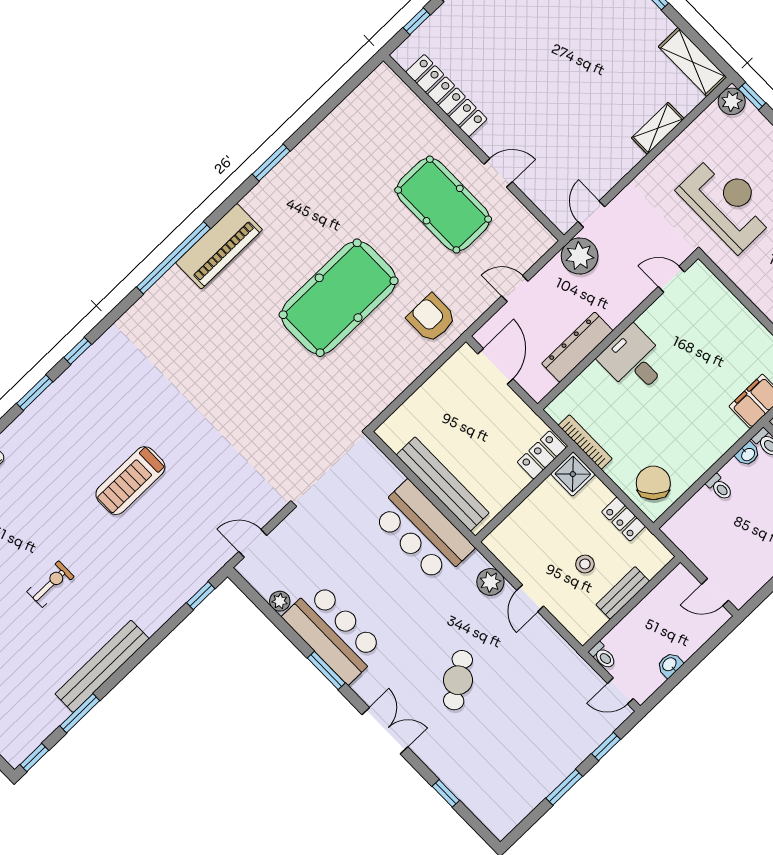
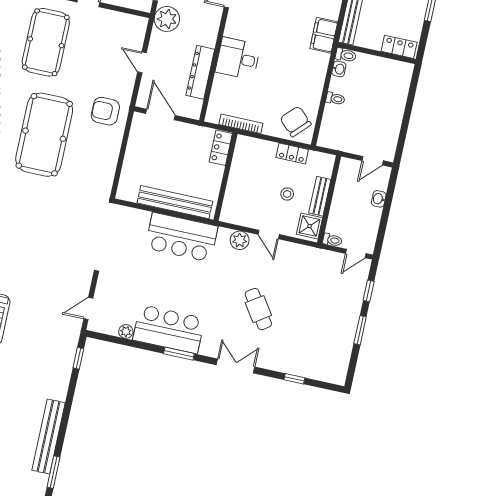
pool table: (443, 205) -> (46, 42), moved, turned 90
door: (515, 289) -> (142, 62), hinge flipped
shower: (573, 474) -> (310, 226), moved
washbasin: (670, 665) -> (379, 199), moved

